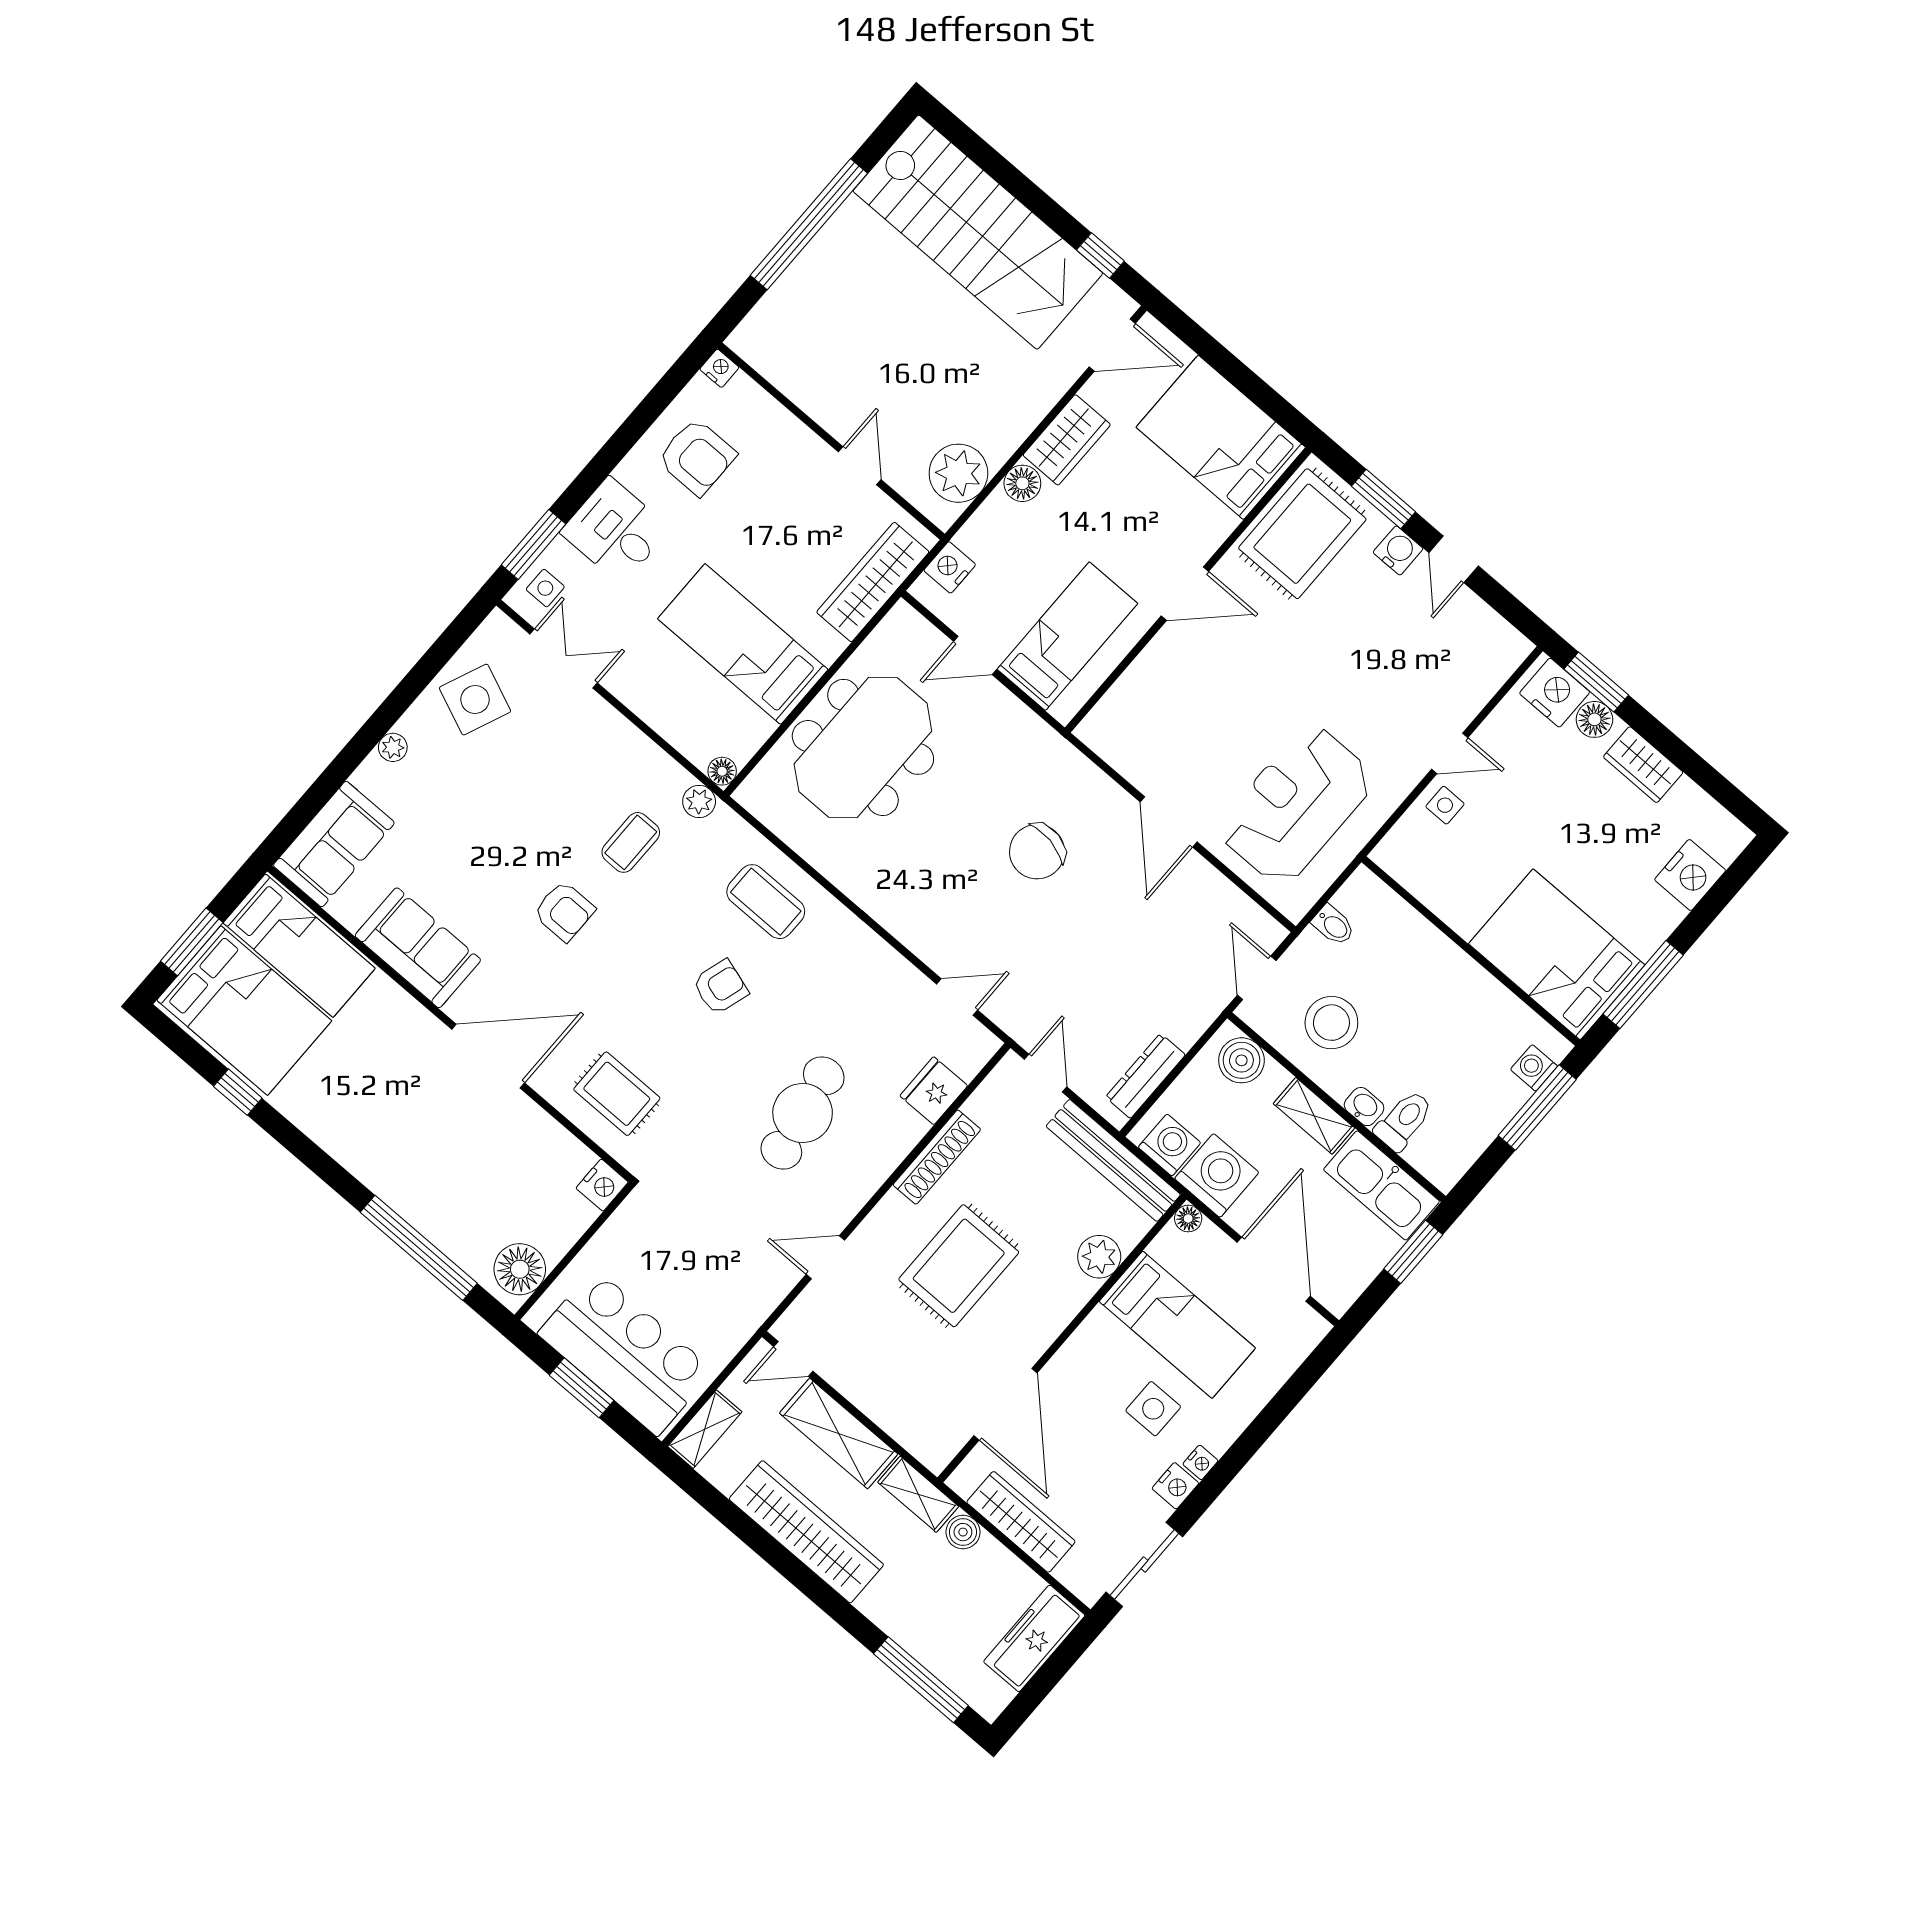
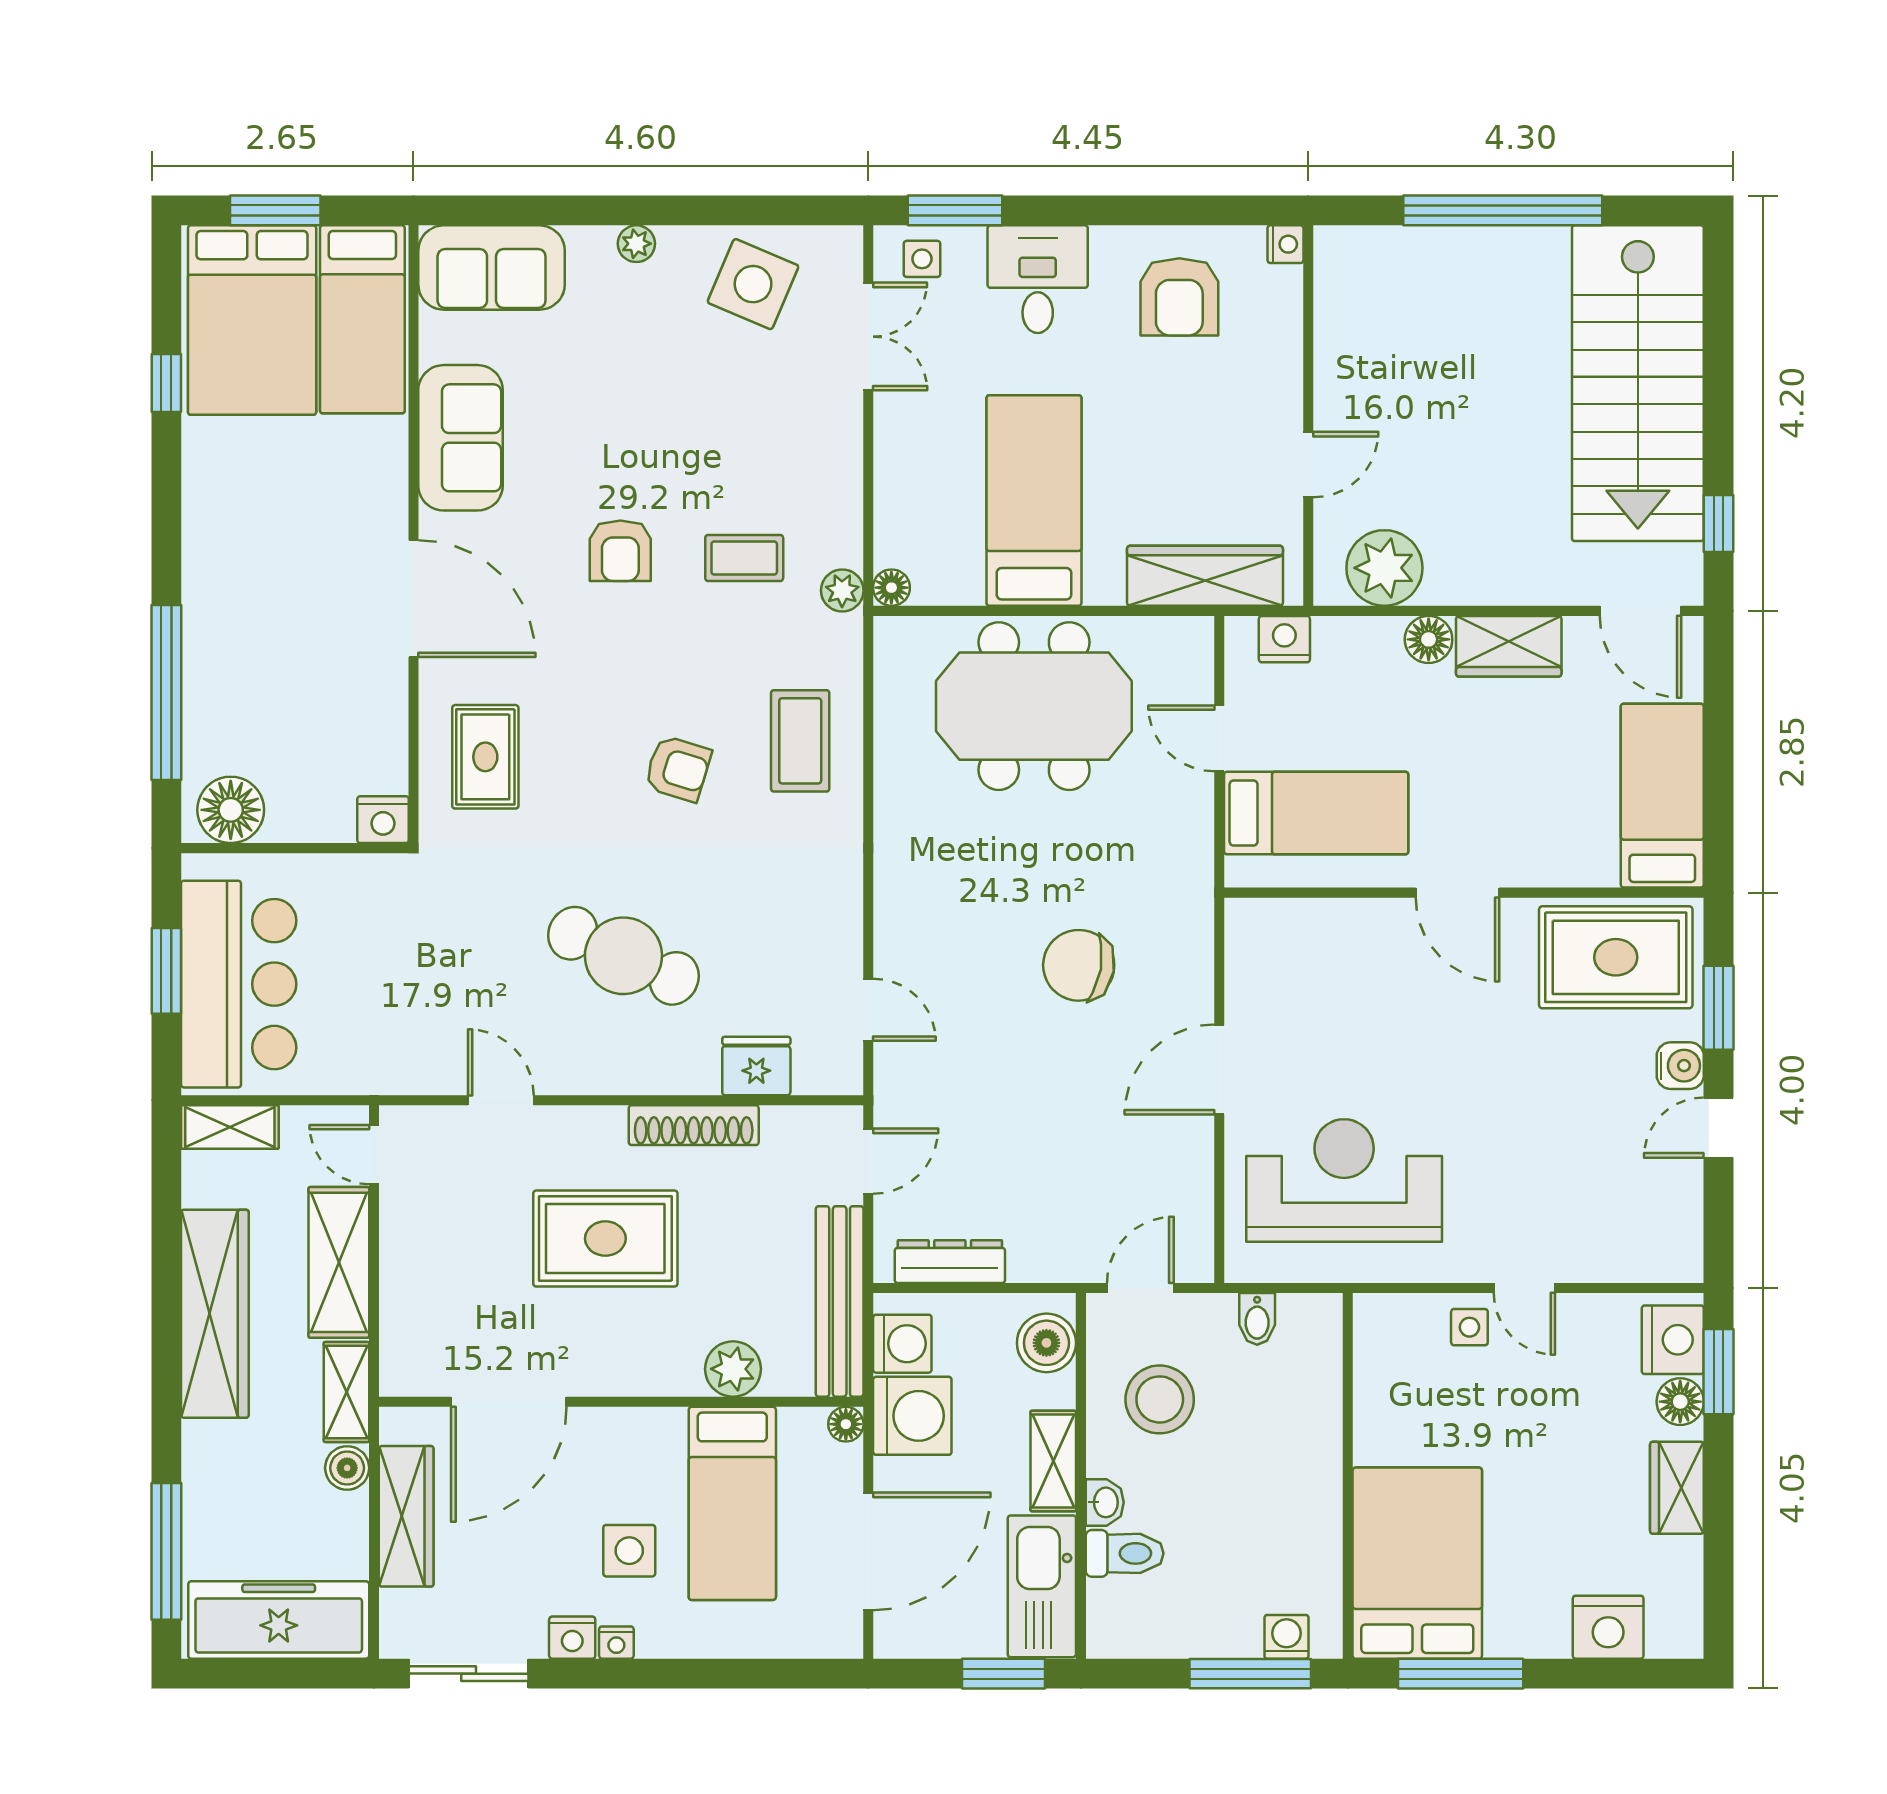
bed: (1221, 437) -> (1662, 796), width x0.67
cafe table: (803, 1113) -> (623, 956), turned 35
freezer: (1034, 1638) -> (279, 1620), width x1.36, depth x1.26

